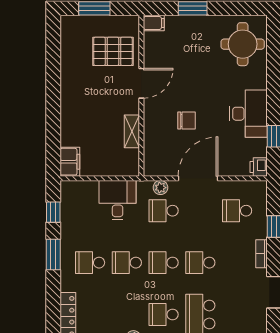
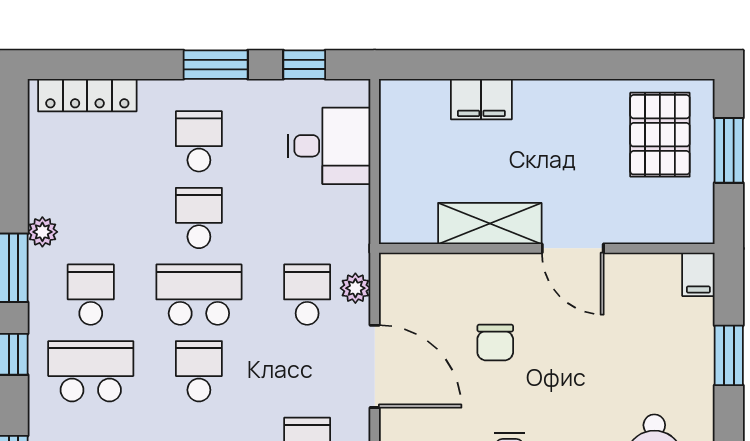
pallet: (113, 51) -> (660, 135), moved
shelving: (132, 131) -> (490, 224), width x1.50, depth x1.33
filing cabinet: (70, 162) -> (481, 99), moved
desk: (118, 200) -> (329, 146), moved
school desk: (164, 263) -> (199, 295), width x1.85

